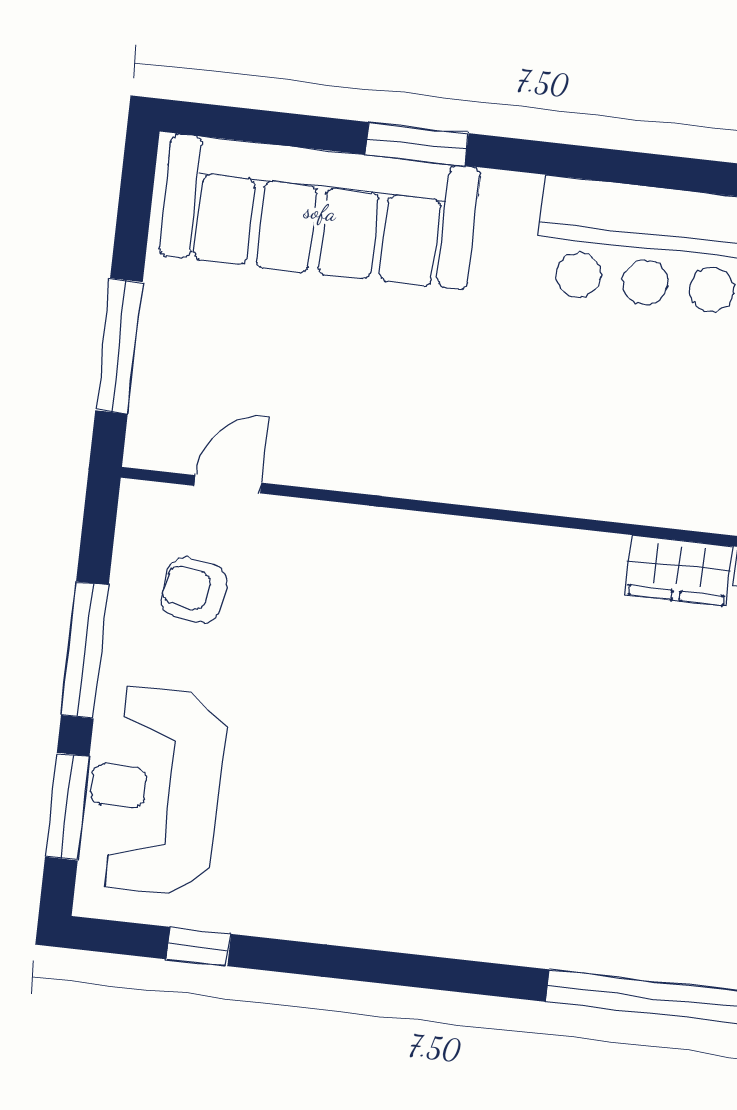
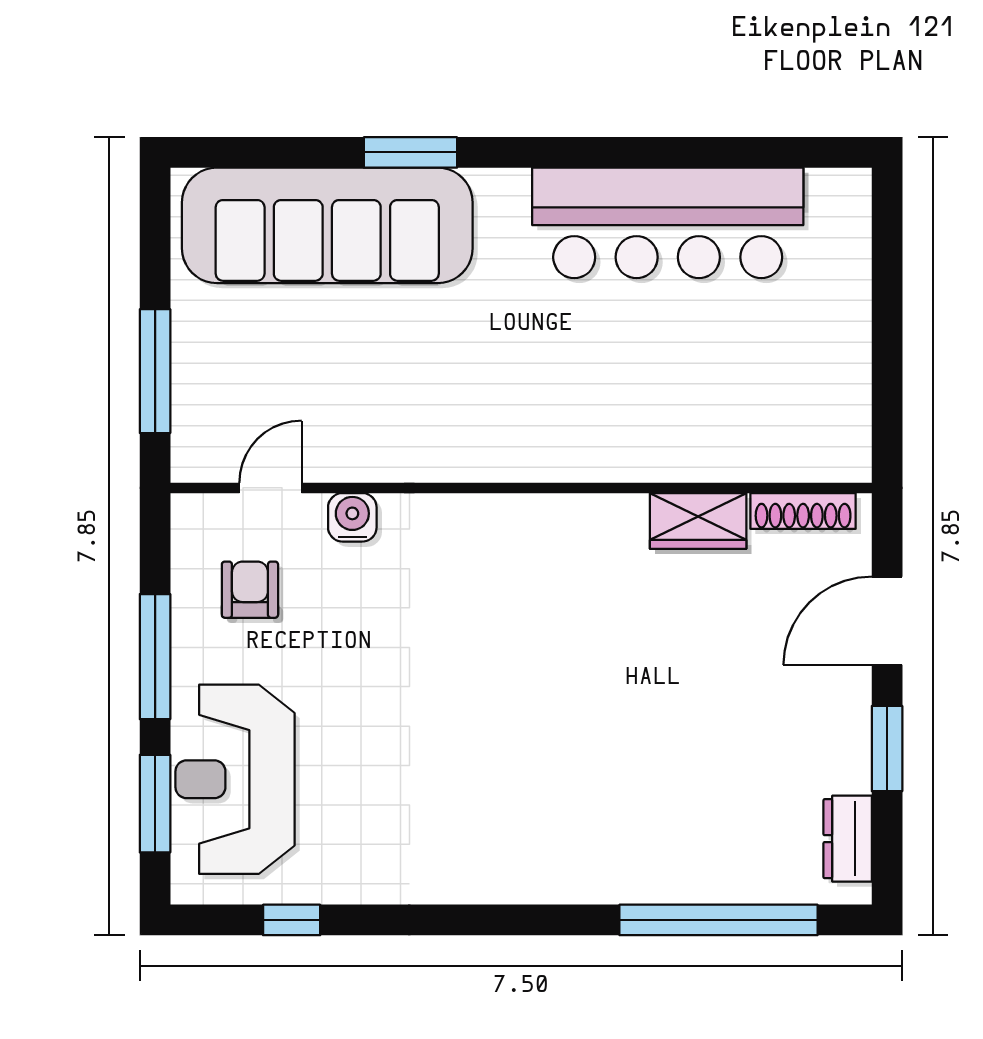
water cooler: (311, 525) -> (352, 517), added
armchair: (194, 590) -> (250, 590), turned 80

